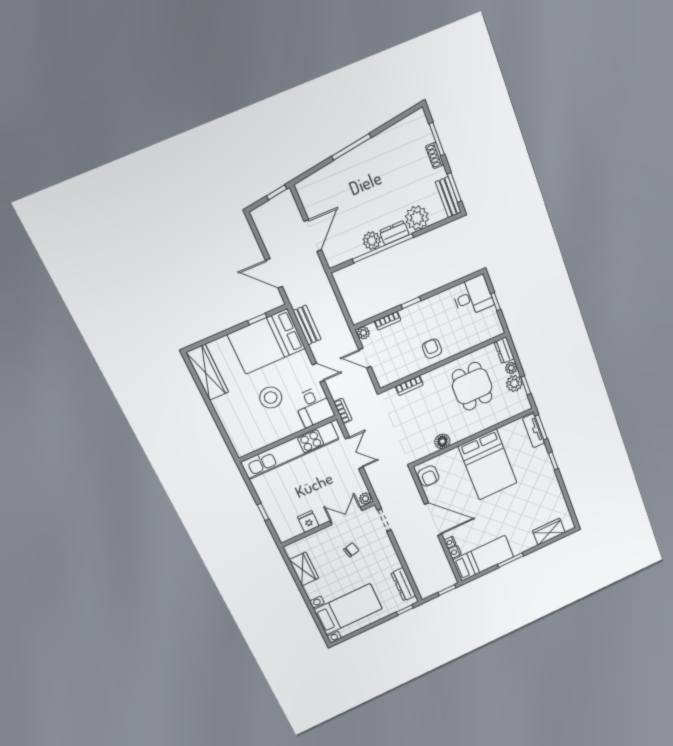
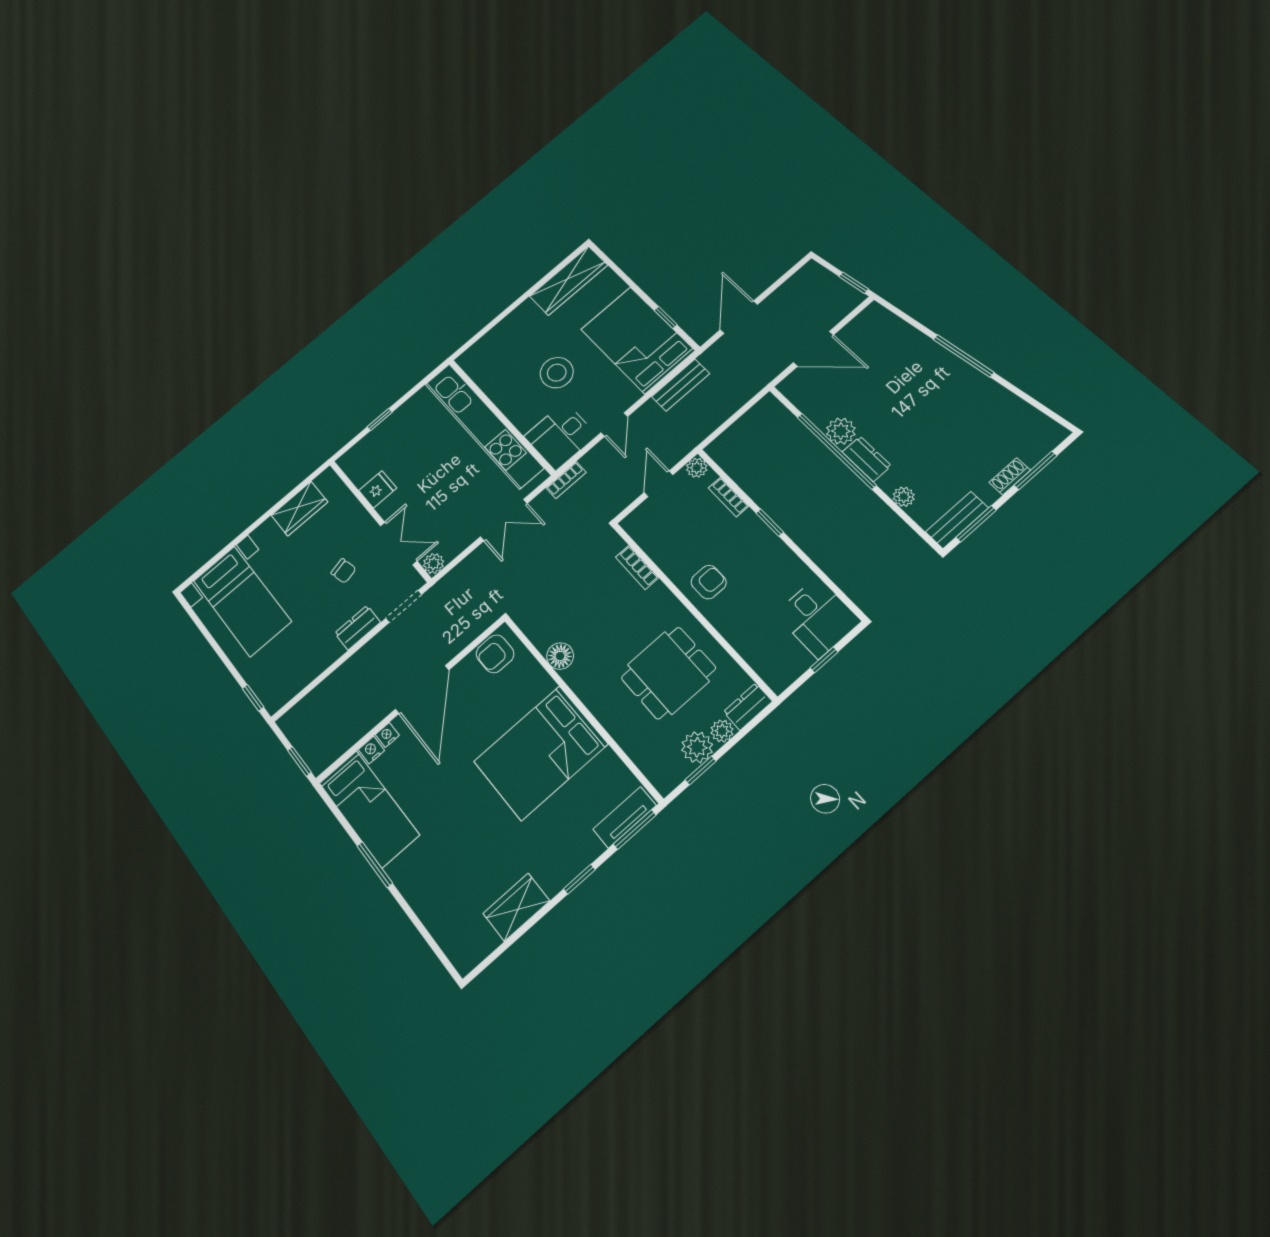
plant: (417, 218) -> (904, 497), width x0.53, depth x0.53
wardrobe: (549, 532) -> (516, 907), moved, turned -90
dresser: (403, 584) -> (358, 628), moved, width x0.70

